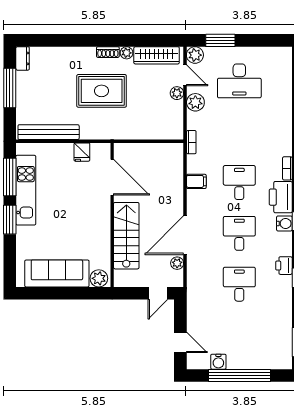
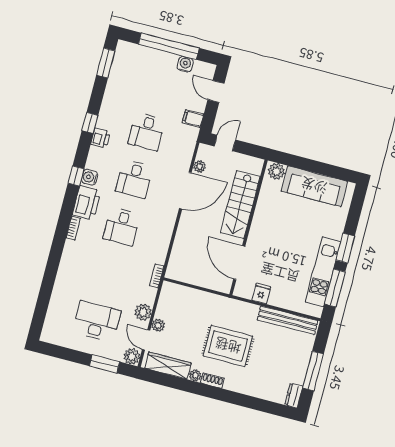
filing cabinet: (196, 181) -> (193, 119), moved

